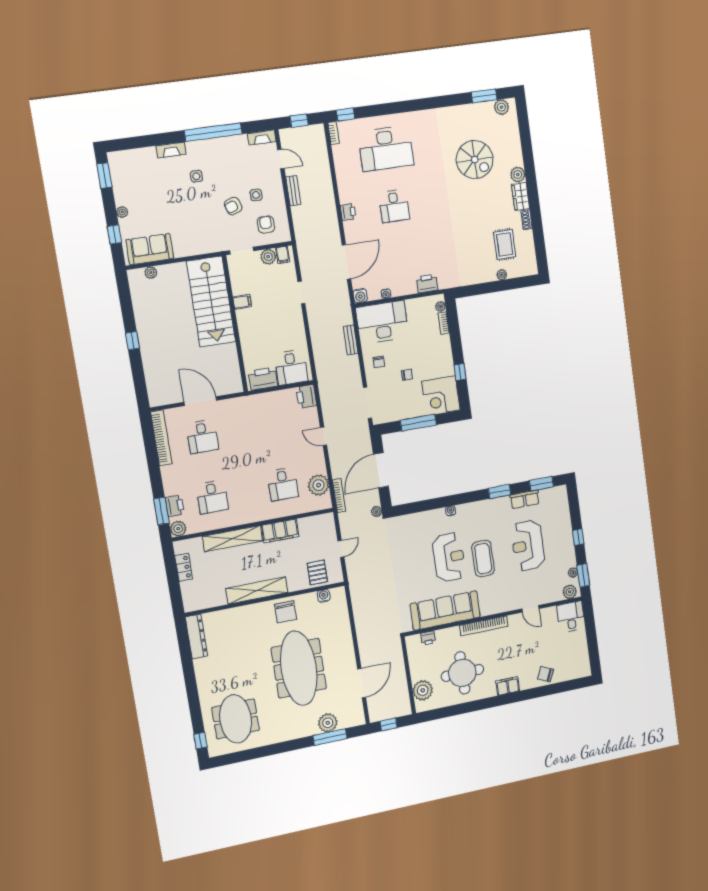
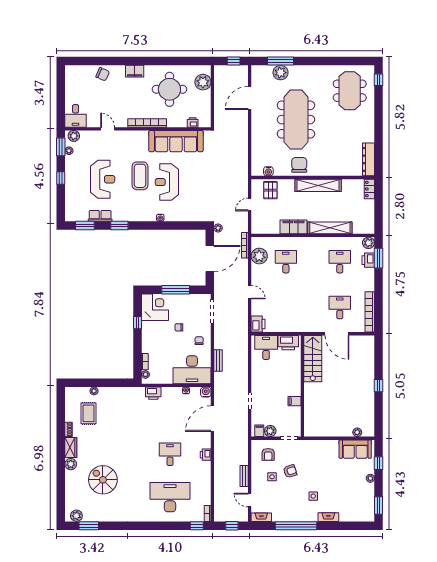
stairs: (211, 302) -> (313, 359), moved, width x0.73, depth x0.66
locker: (184, 567) -> (369, 189), moved

